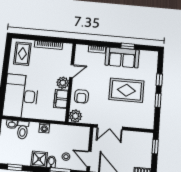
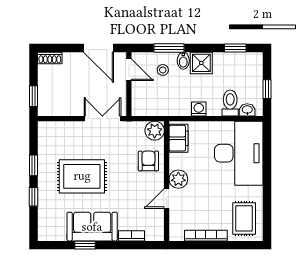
filing cabinet: (61, 99) -> (179, 138), moved

